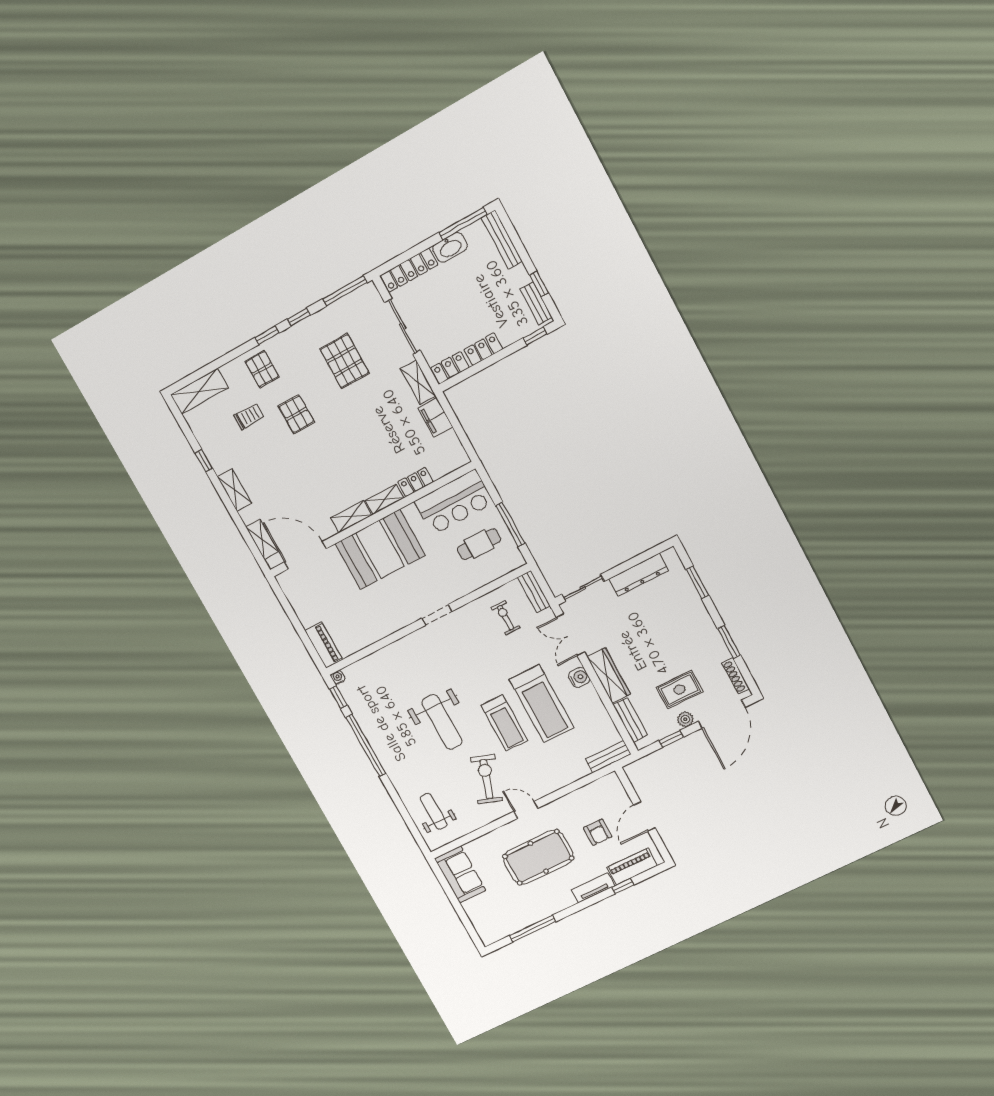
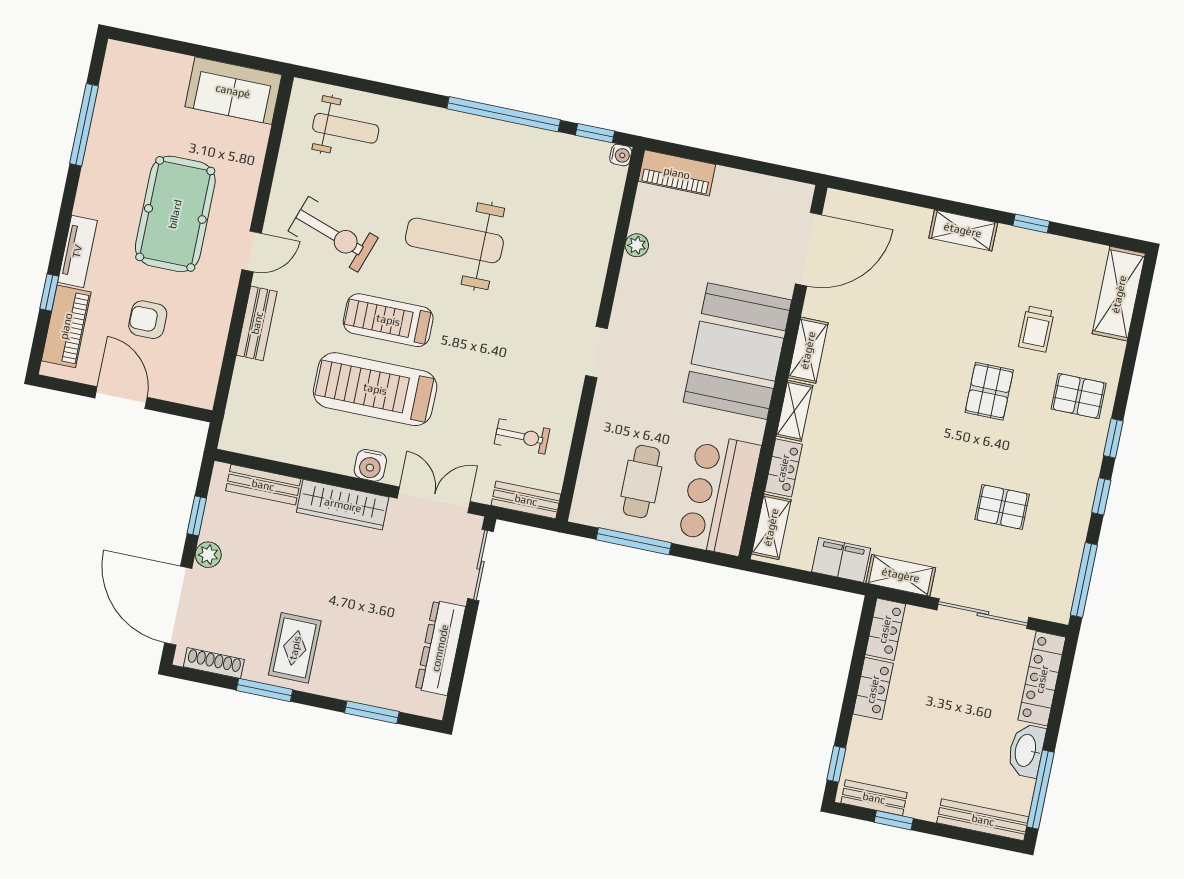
pallet: (344, 361) -> (1002, 507), width x0.67, depth x0.71
pallet: (296, 414) -> (989, 391), turned 90
shelving: (262, 539) -> (771, 527), moved, turned 90
plant: (372, 637) -> (637, 245), added
rug: (680, 689) -> (295, 648), moved
bench: (608, 757) -> (257, 323), moved

